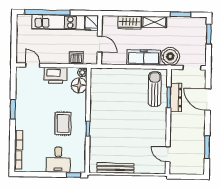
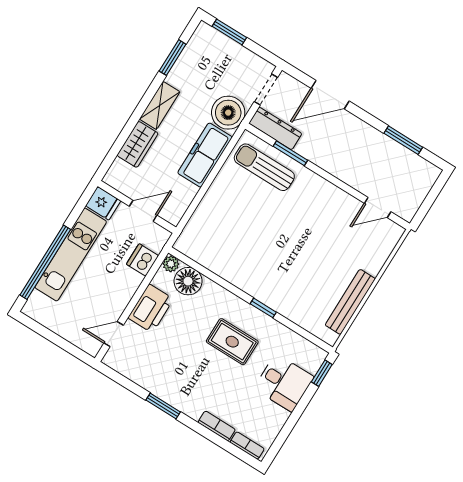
dresser: (176, 98) -> (275, 128), moved

